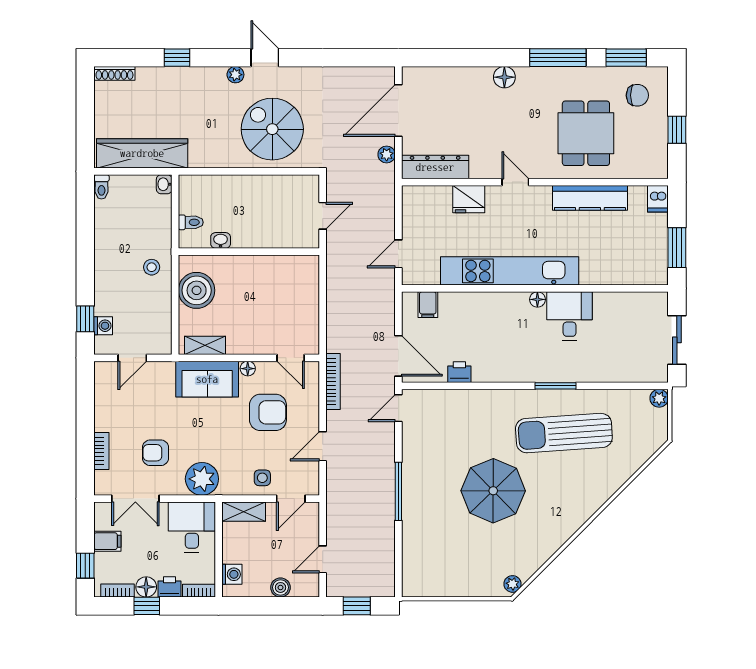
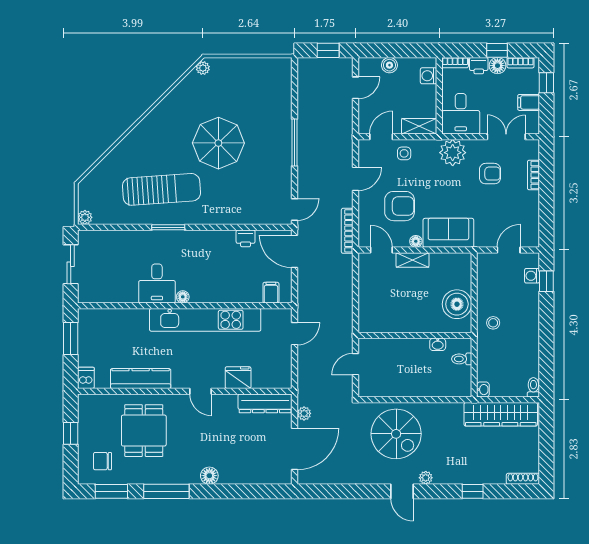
shelving: (205, 345) -> (412, 260), moved
armchair: (268, 412) -> (400, 206), turned 180

